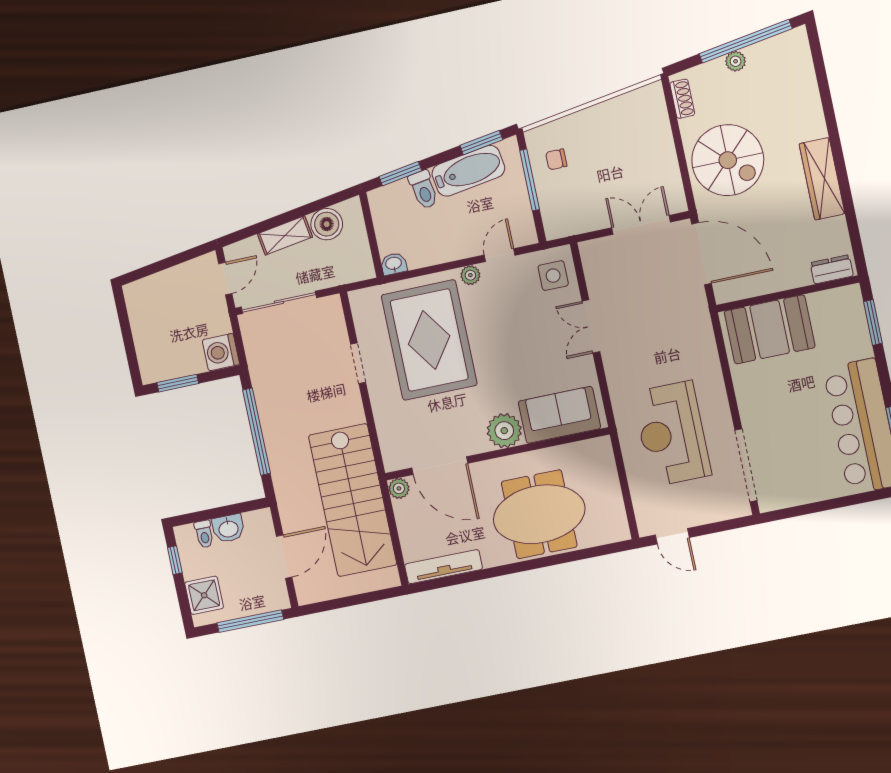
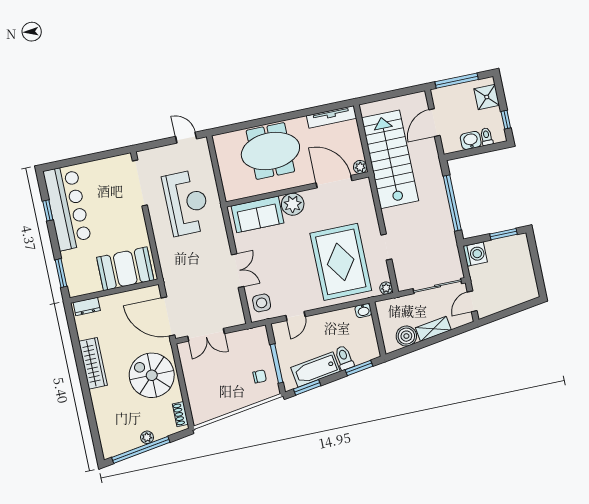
plant: (470, 275) -> (386, 288), moved

